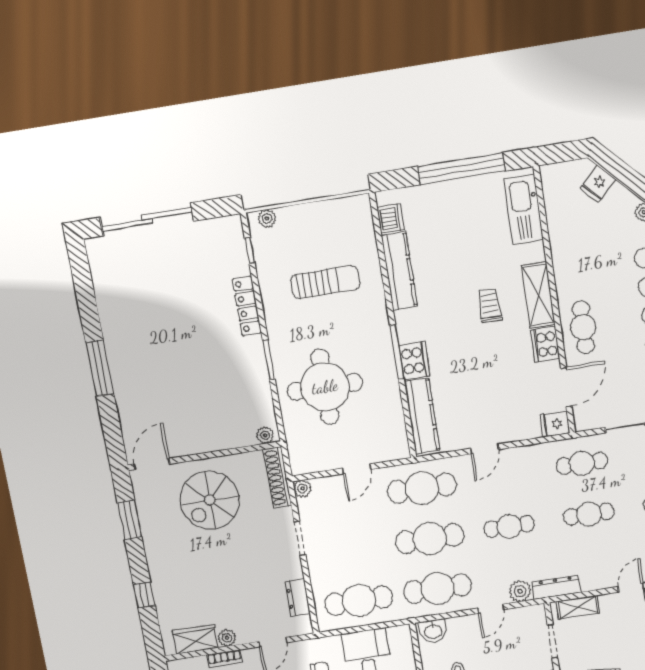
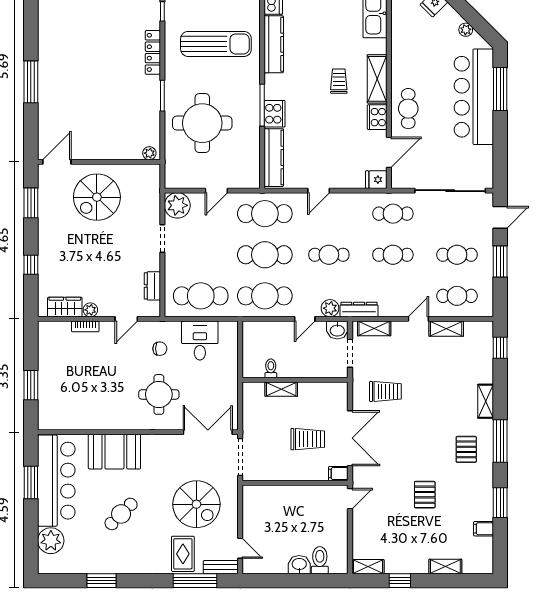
sun lounger: (325, 282) -> (216, 44), width x1.36, depth x1.34
shoe rack: (277, 478) -> (153, 188), removed
plant: (303, 489) -> (177, 205), width x1.87, depth x1.87
washbasin: (433, 631) -> (337, 330), moved

